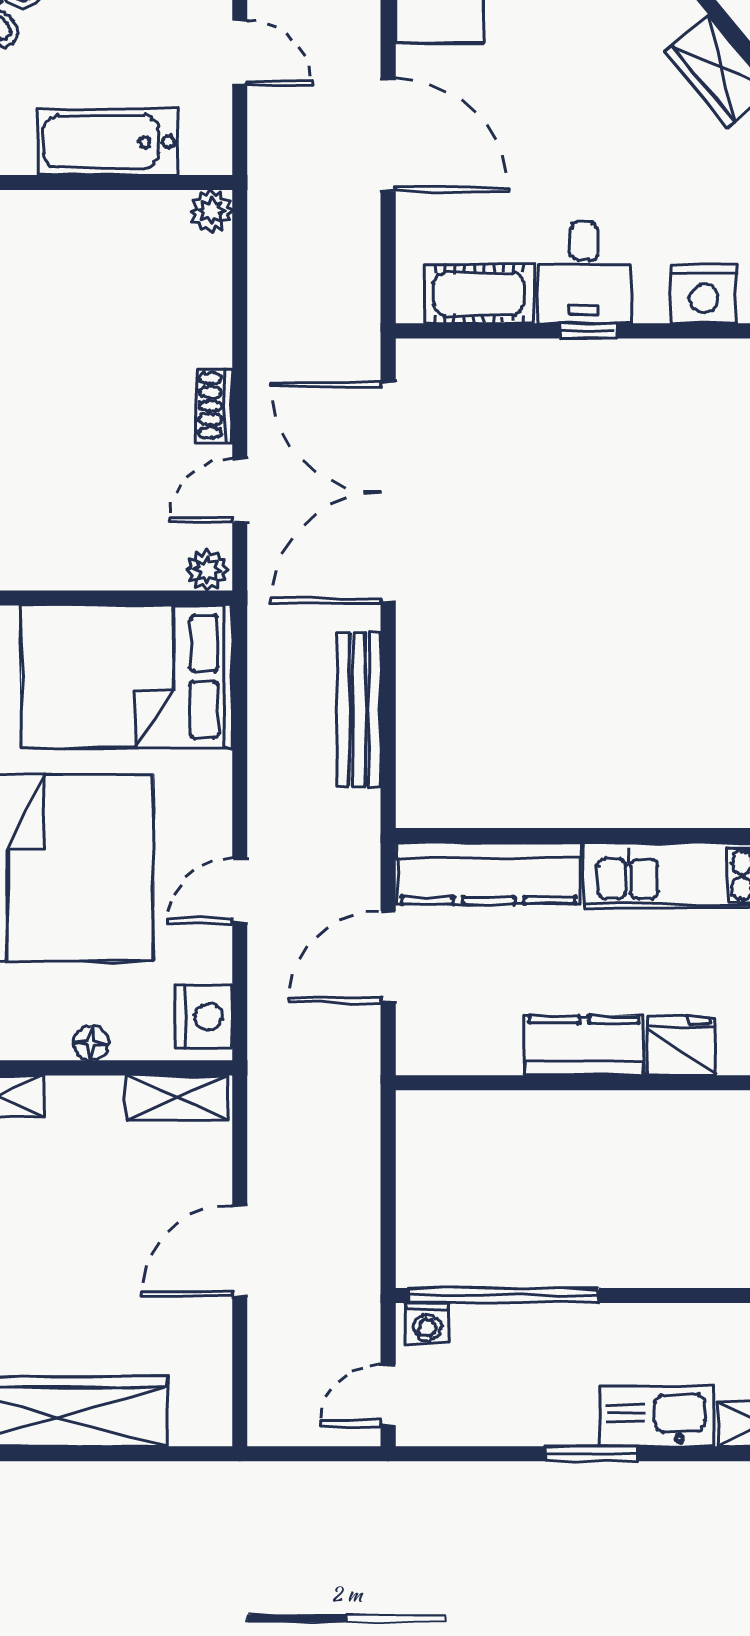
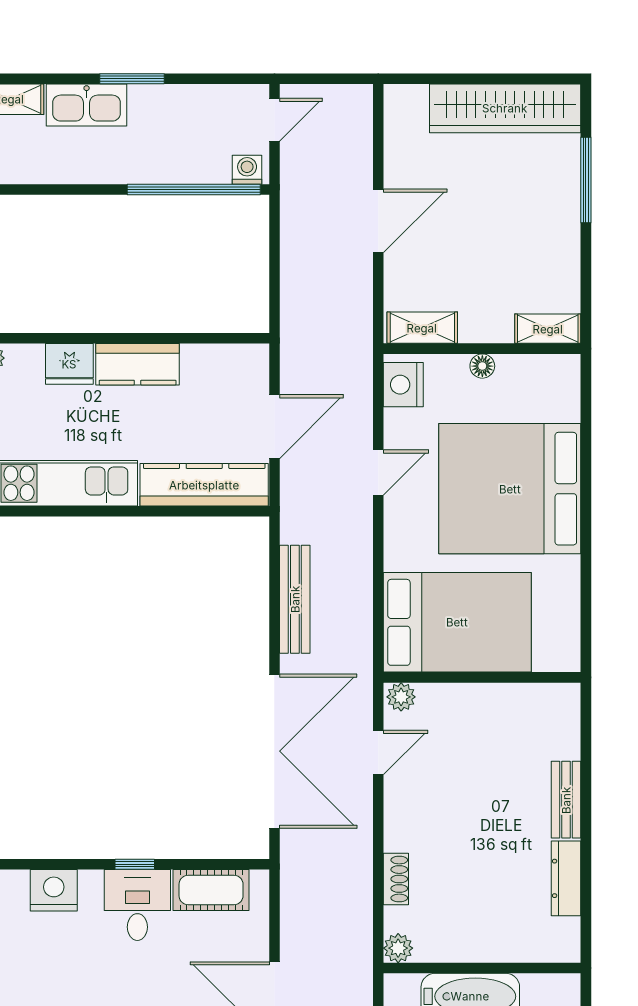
shoe rack: (214, 406) -> (396, 879), moved

